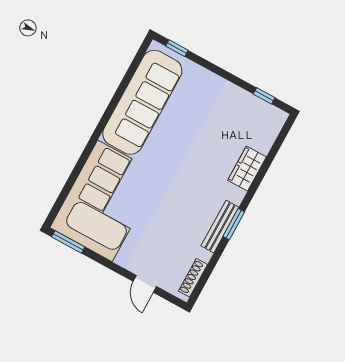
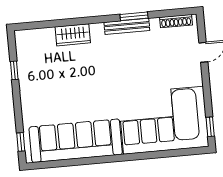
window: (264, 96) -> (14, 70), moved
window: (234, 224) -> (134, 16), moved
window: (68, 242) -> (210, 127), width x0.67

